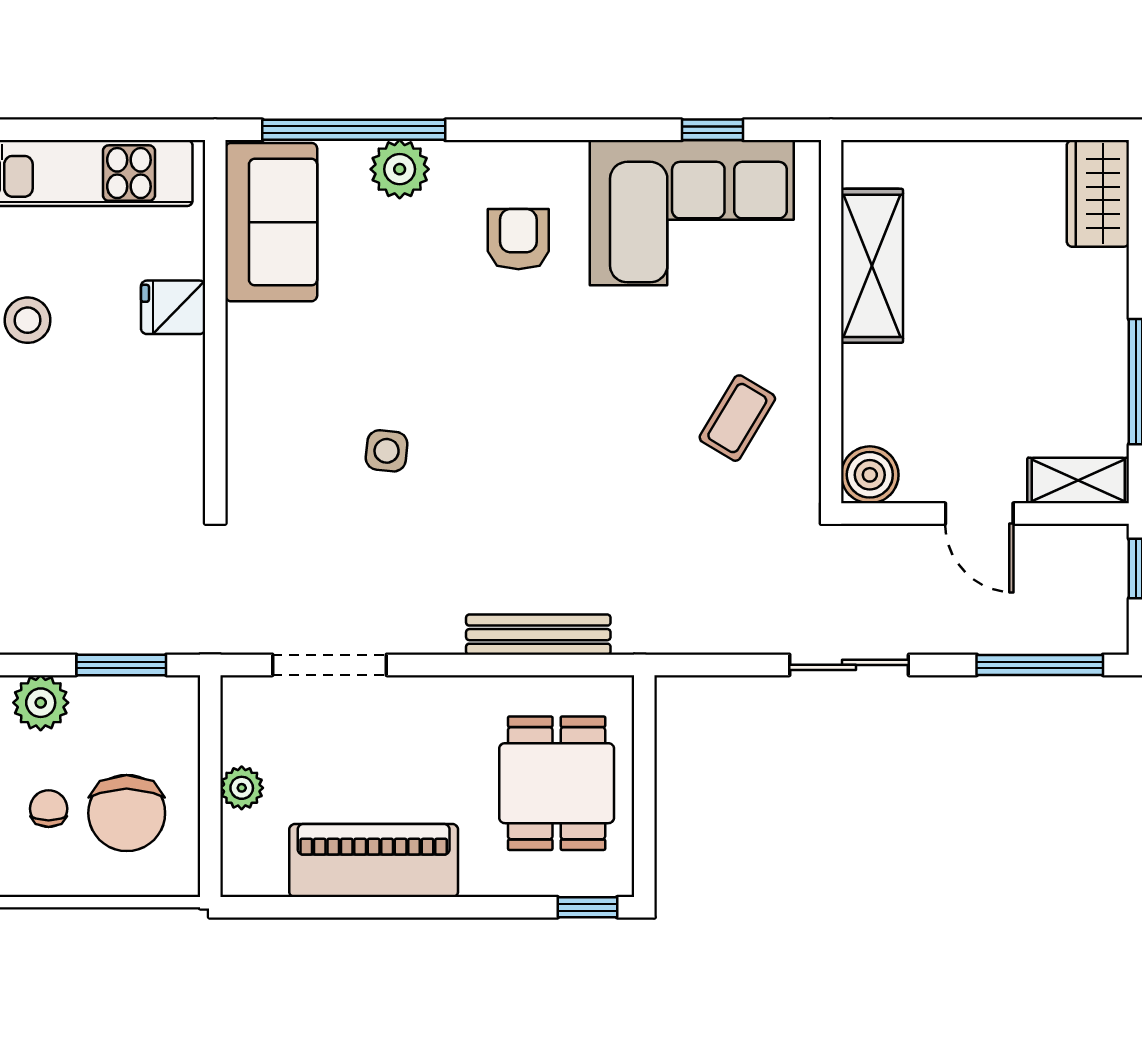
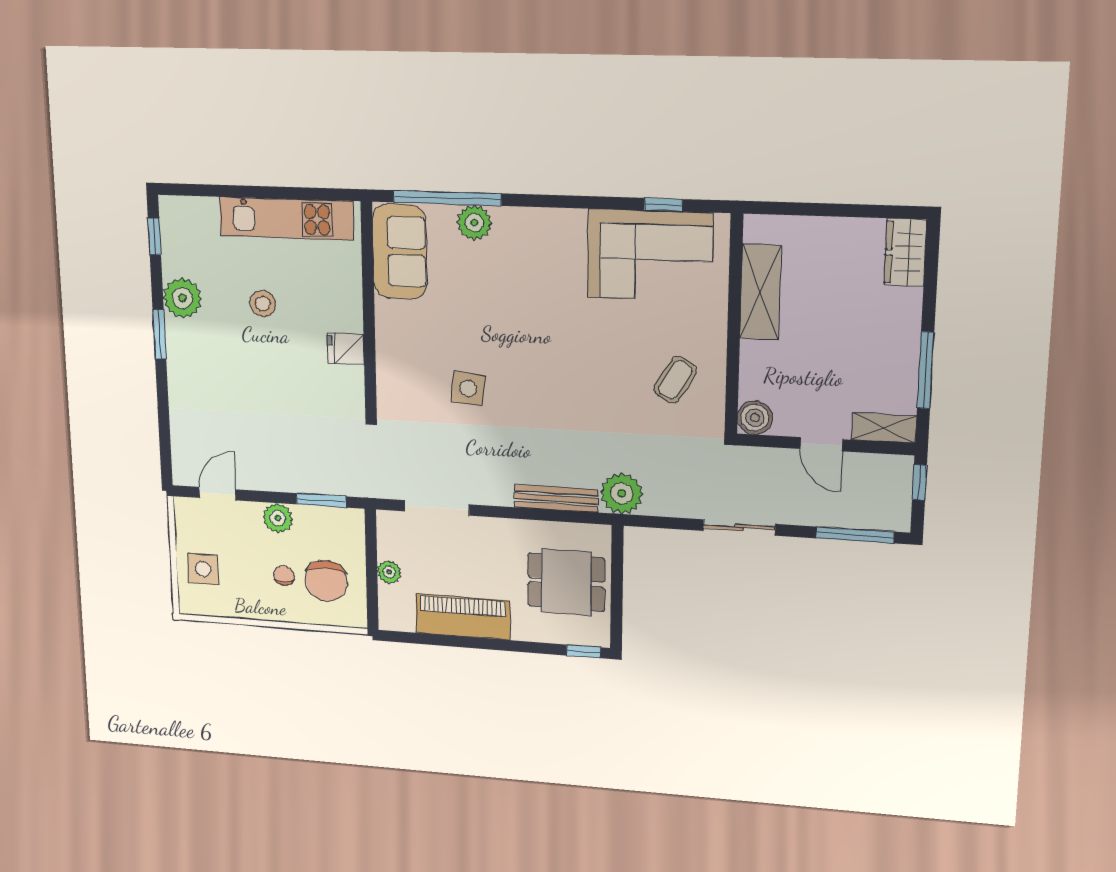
armchair: (518, 239) -> (545, 267), removed
fridge: (173, 307) -> (346, 349), moved
side table: (387, 451) -> (468, 389), width x1.37, depth x1.37
plant: (651, 618) -> (622, 493), added
dining table: (557, 783) -> (566, 582), turned 90

